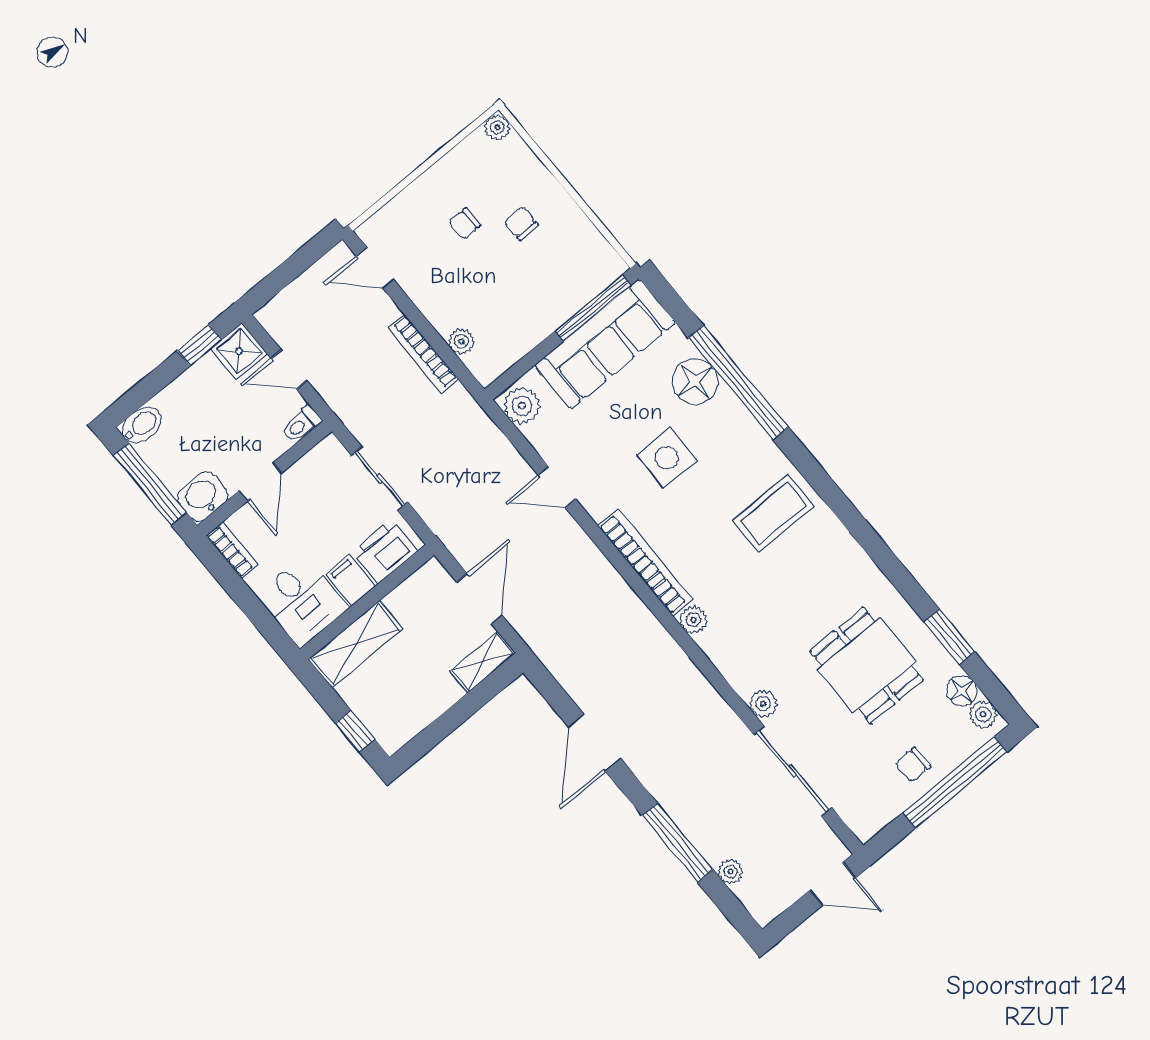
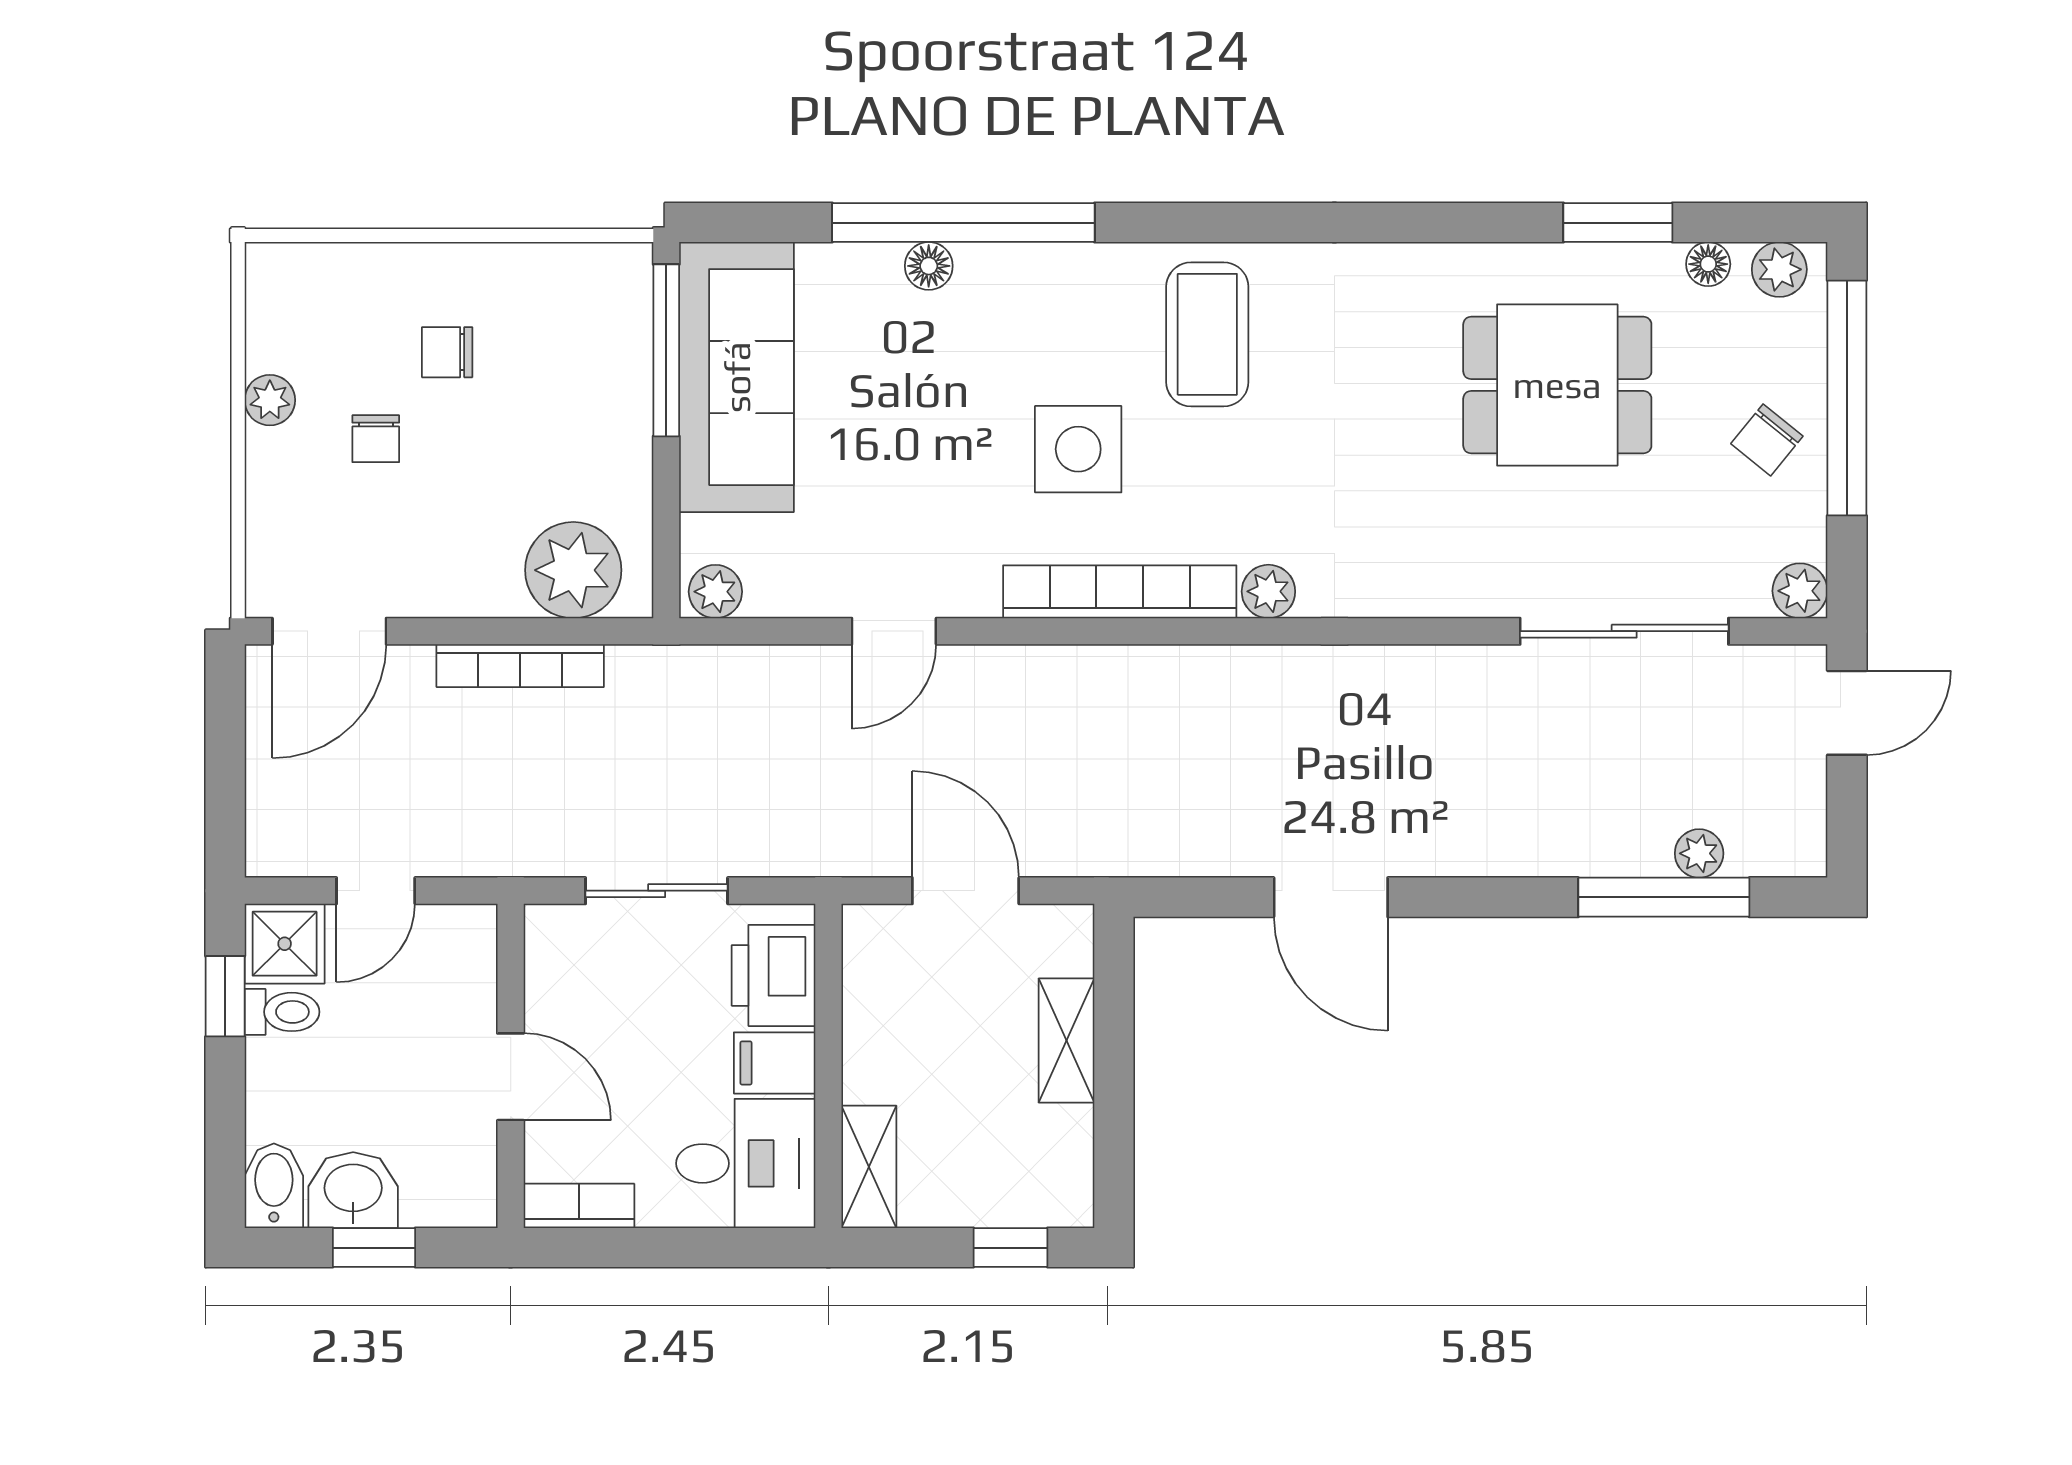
plant: (497, 127) -> (270, 400), moved
door: (375, 268) -> (329, 631), width x1.38
plant: (461, 341) -> (573, 570), width x1.87, depth x1.87
floor lamp: (695, 381) -> (929, 266), width x0.53, depth x0.53
plant: (522, 406) -> (715, 592), width x0.73, depth x0.73
toilet: (301, 424) -> (282, 1012), moved, turned -90
side table: (667, 458) -> (1078, 449), moved
window: (150, 484) -> (374, 1248), width x0.46
washbasin: (202, 496) -> (353, 1190), moved, turned 90
shelving: (356, 644) -> (869, 1167), width x0.67, depth x0.75
shelving: (483, 662) -> (1066, 1041), moved
floor lamp: (962, 691) -> (1708, 264), width x0.73, depth x0.73
plant: (763, 704) -> (1800, 591), moved
chair: (913, 765) -> (1767, 440), turned 39
window: (677, 843) -> (1664, 897), moved

